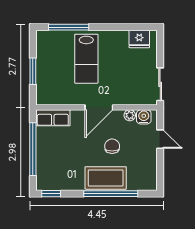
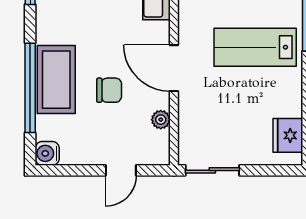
water cooler: (144, 117) -> (47, 153), moved, turned 180

